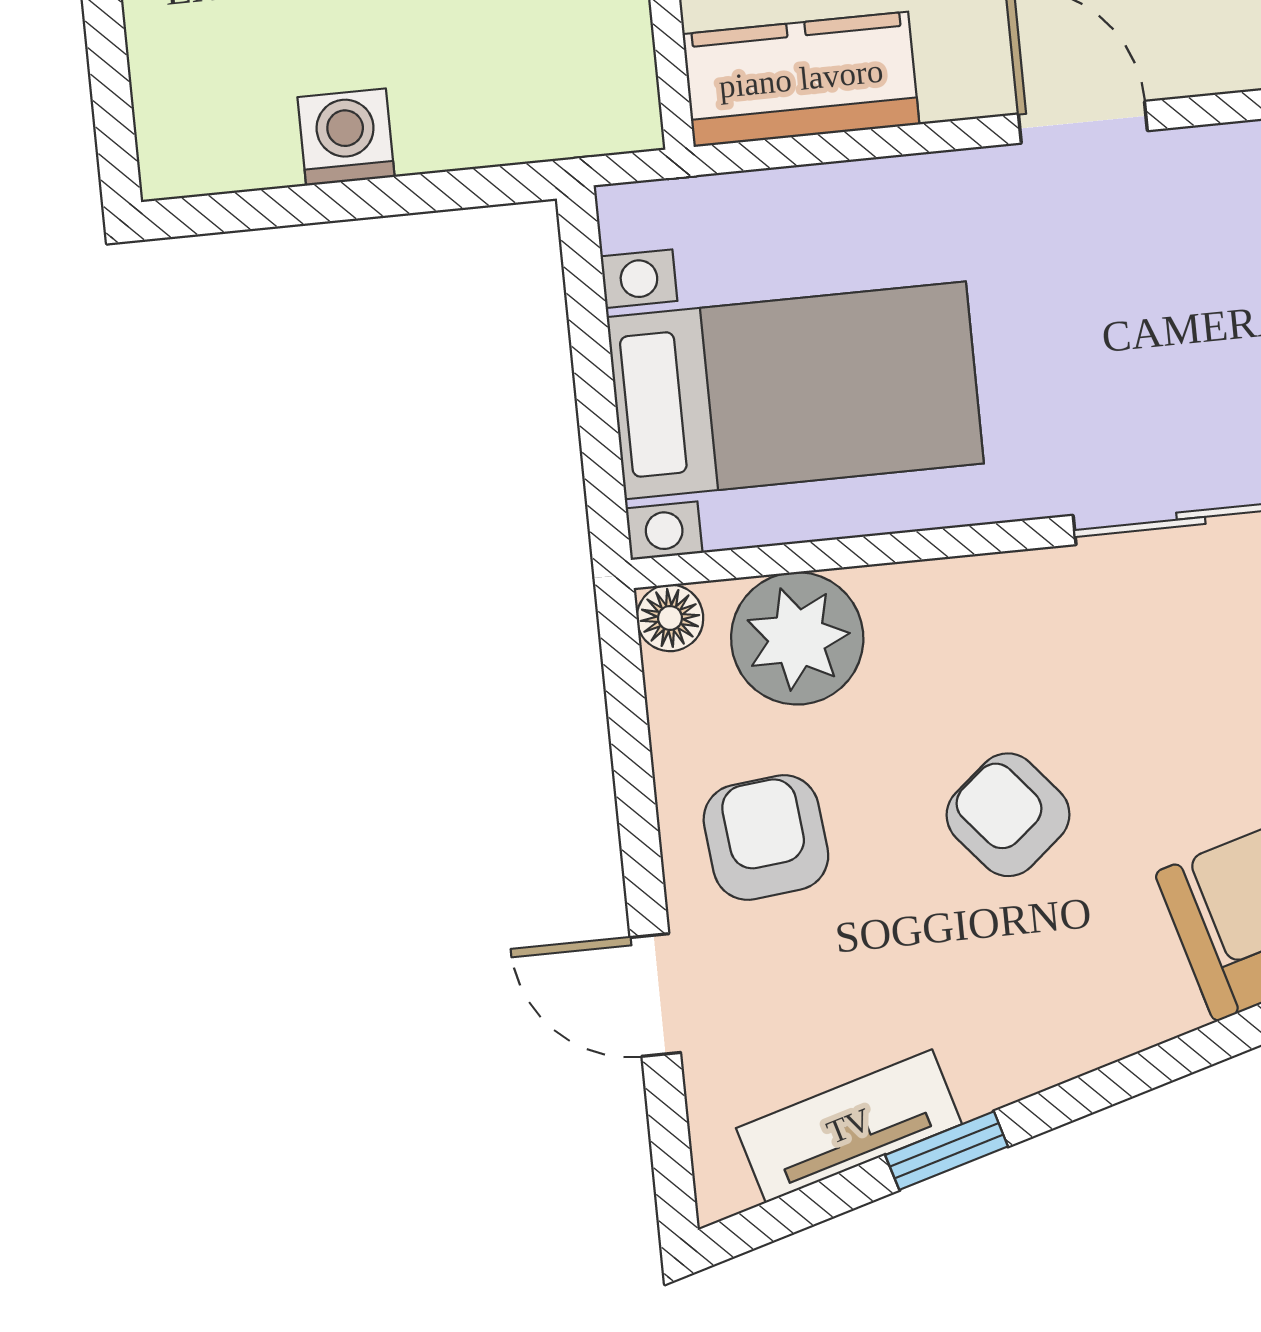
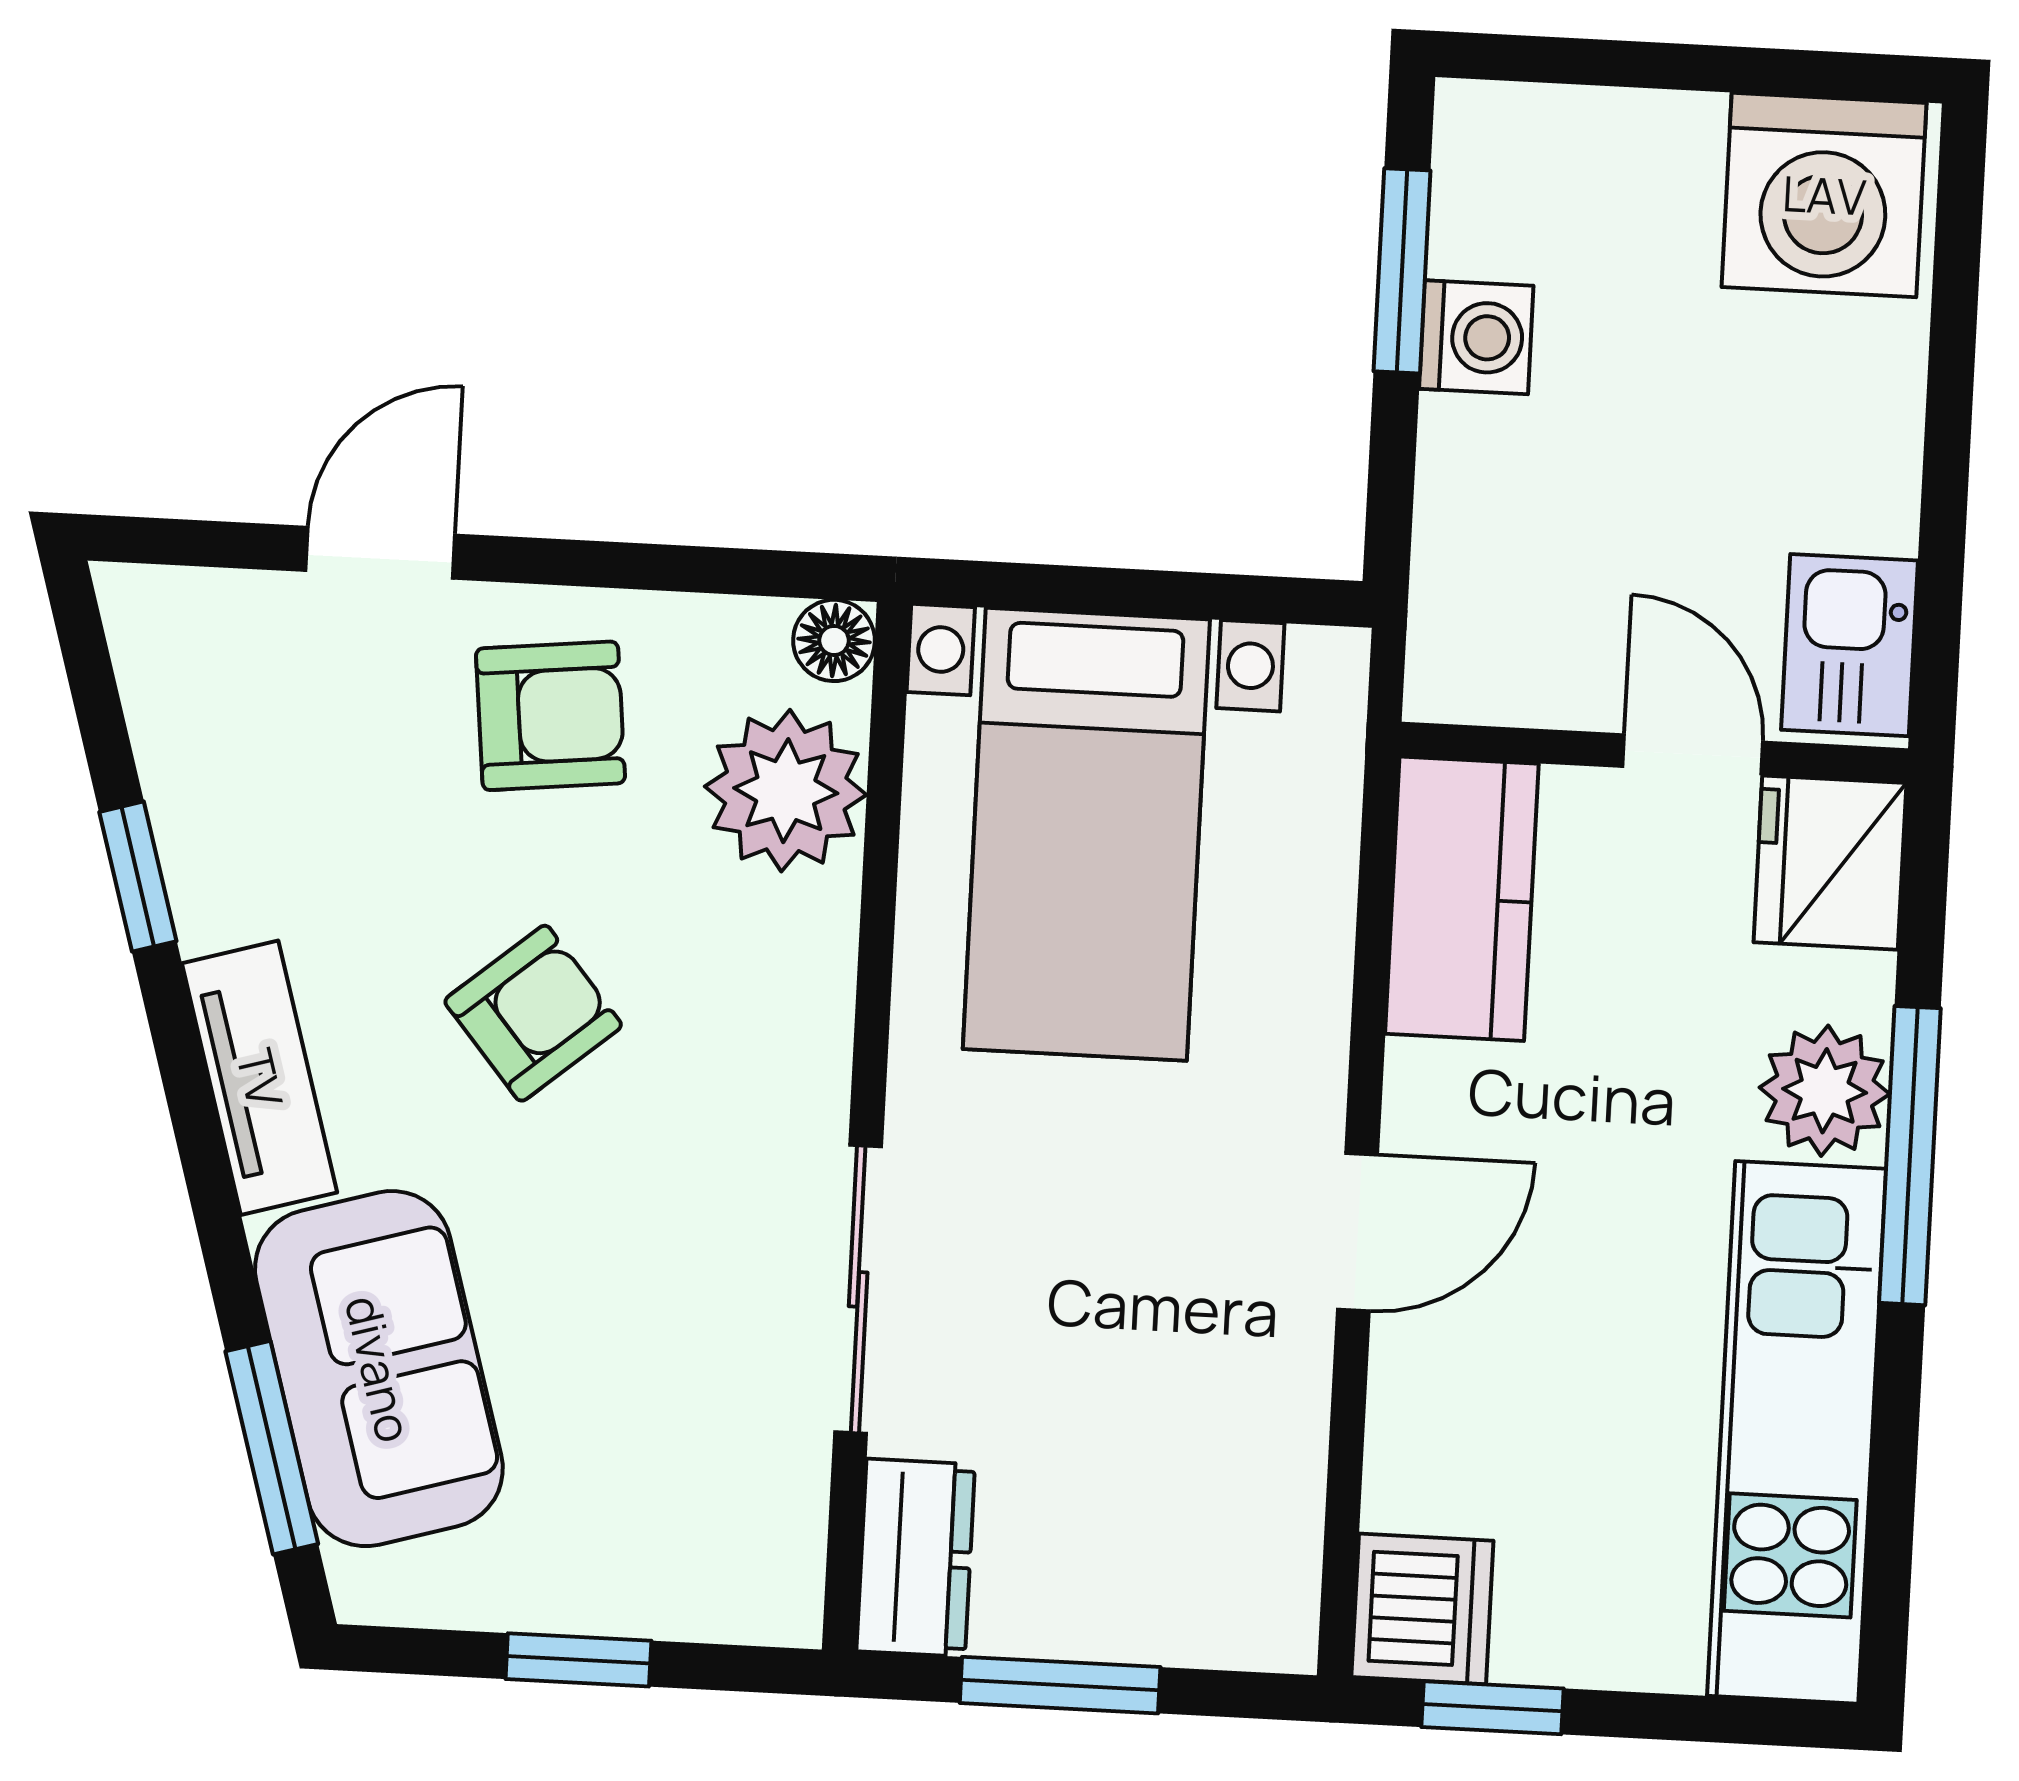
window: (301, 205) -> (1402, 271), added
tv unit: (849, 1126) -> (260, 1078), moved

